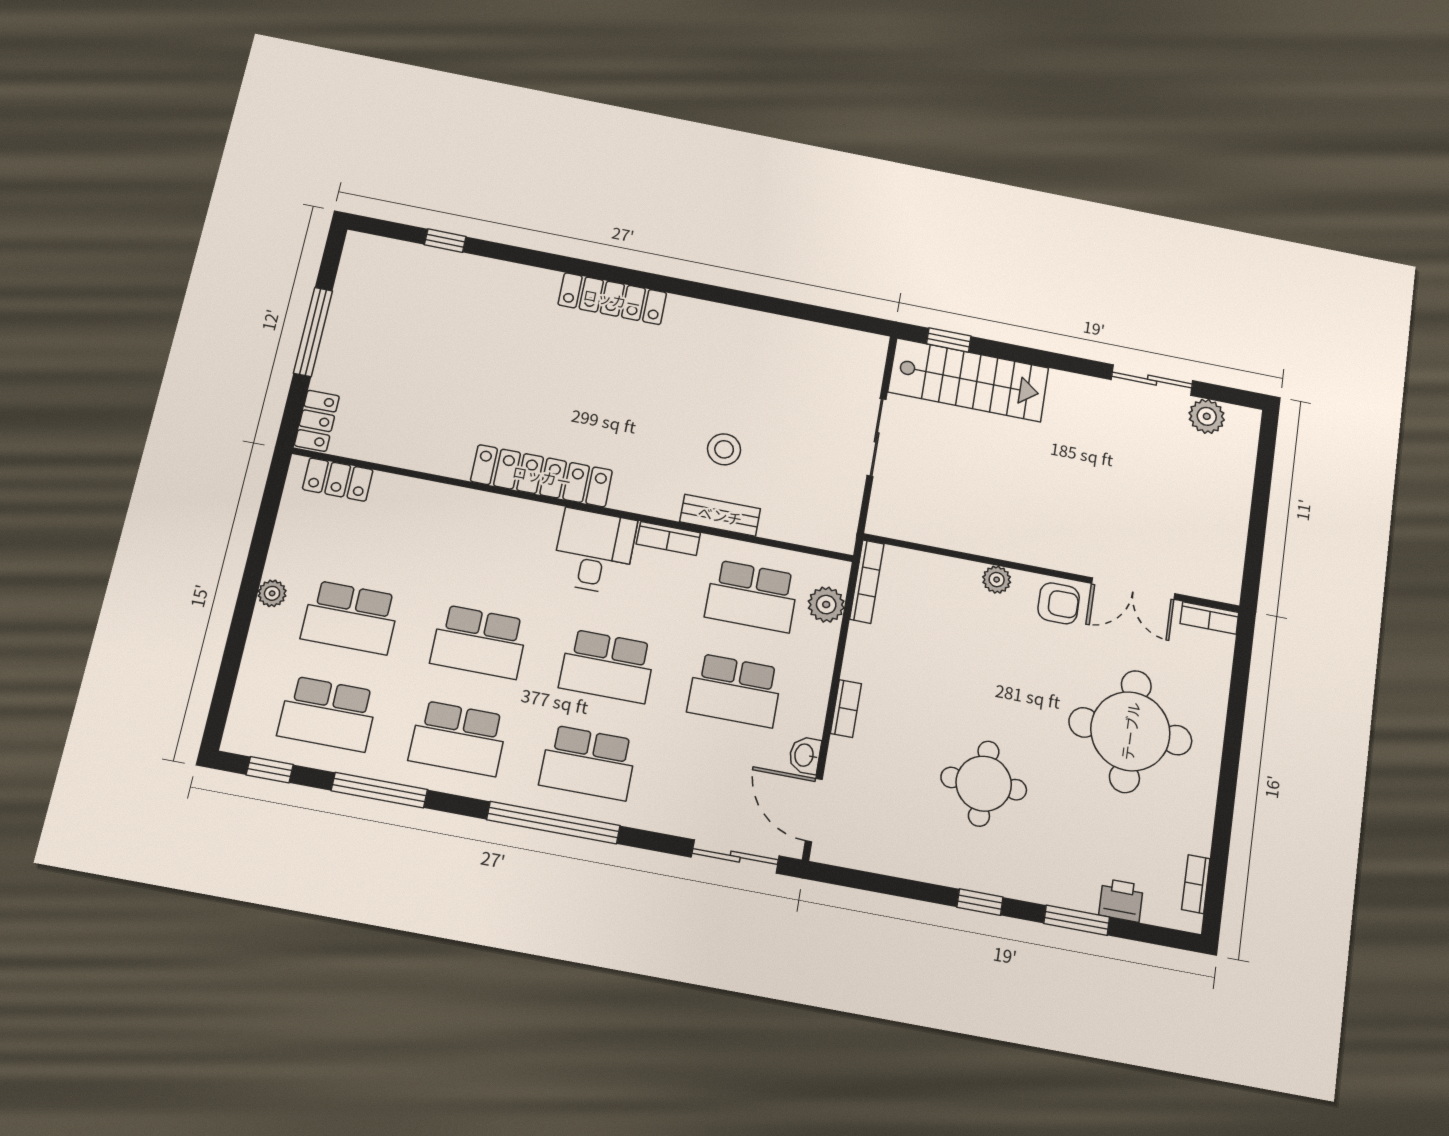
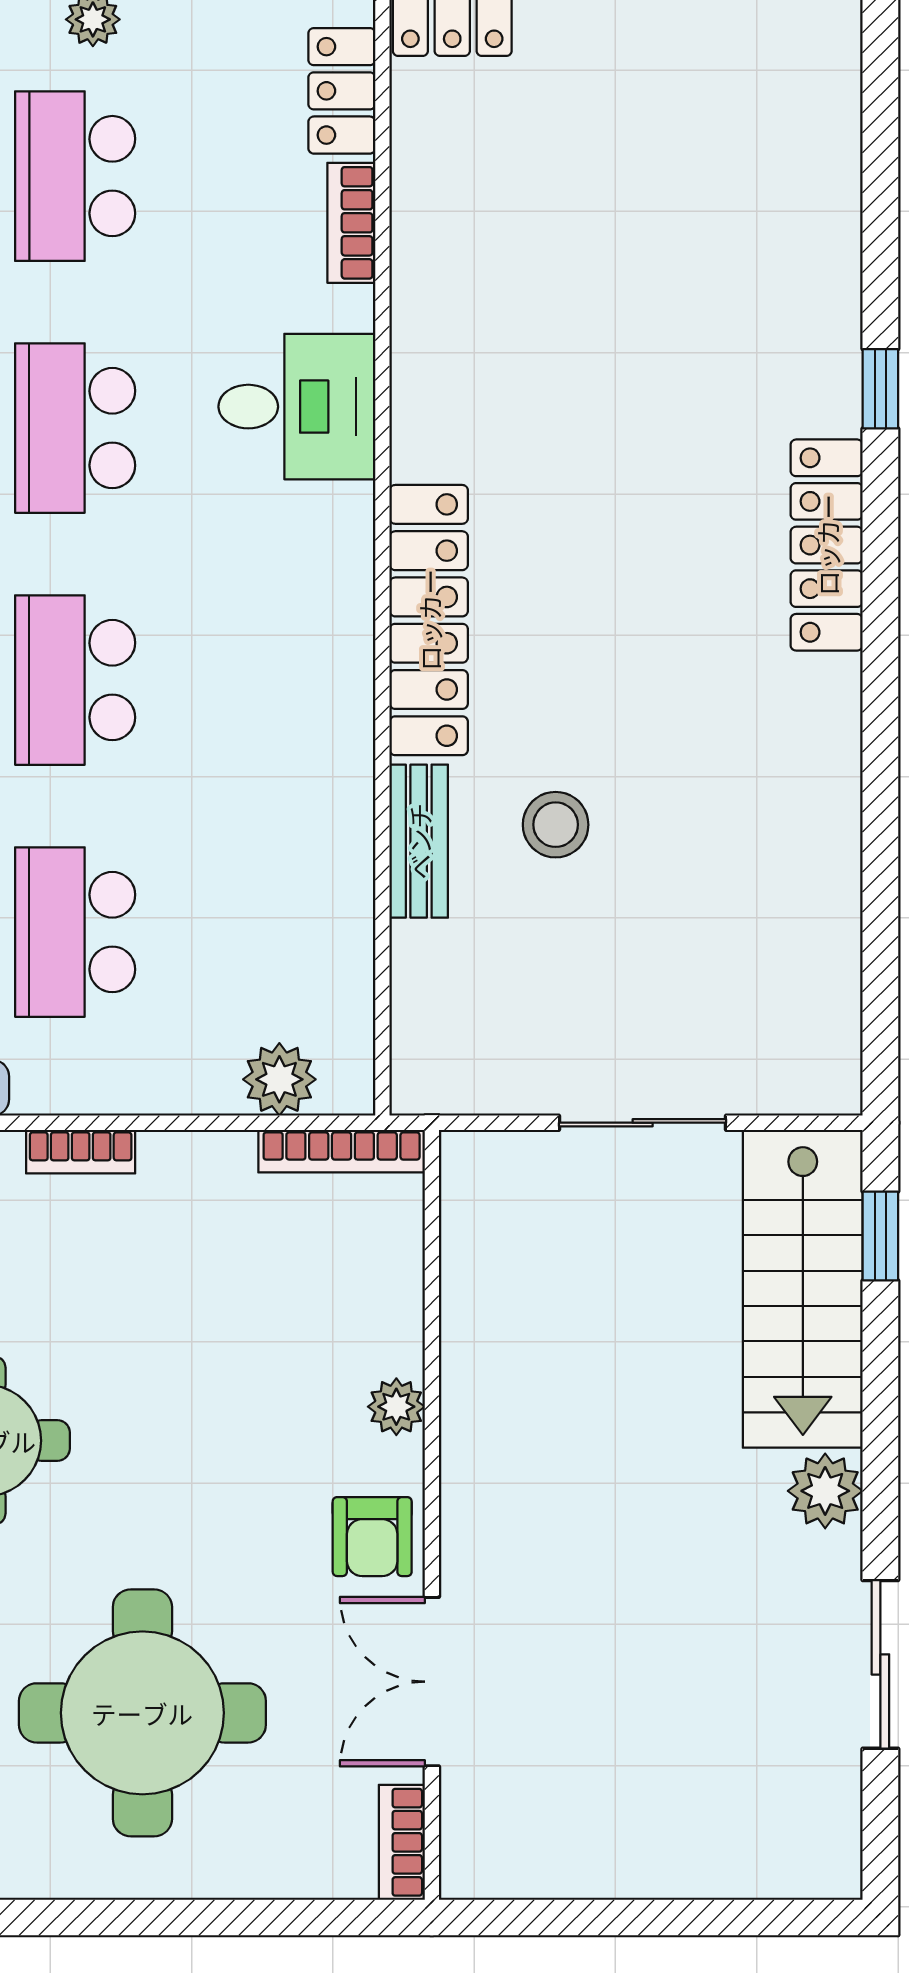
window: (445, 241) -> (880, 389), moved
plant: (1207, 416) -> (825, 1491), moved
locker: (542, 476) -> (429, 620), moved
bookcase: (668, 538) -> (351, 223), moved
desk: (594, 551) -> (297, 407), moved
school desk: (752, 596) -> (268, 932), removed

